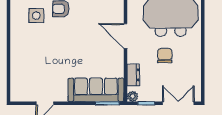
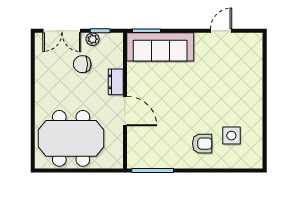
chair: (165, 56) -> (82, 64), moved, turned 90
dresser: (133, 75) -> (116, 82), moved
plant: (133, 96) -> (93, 39), moved

